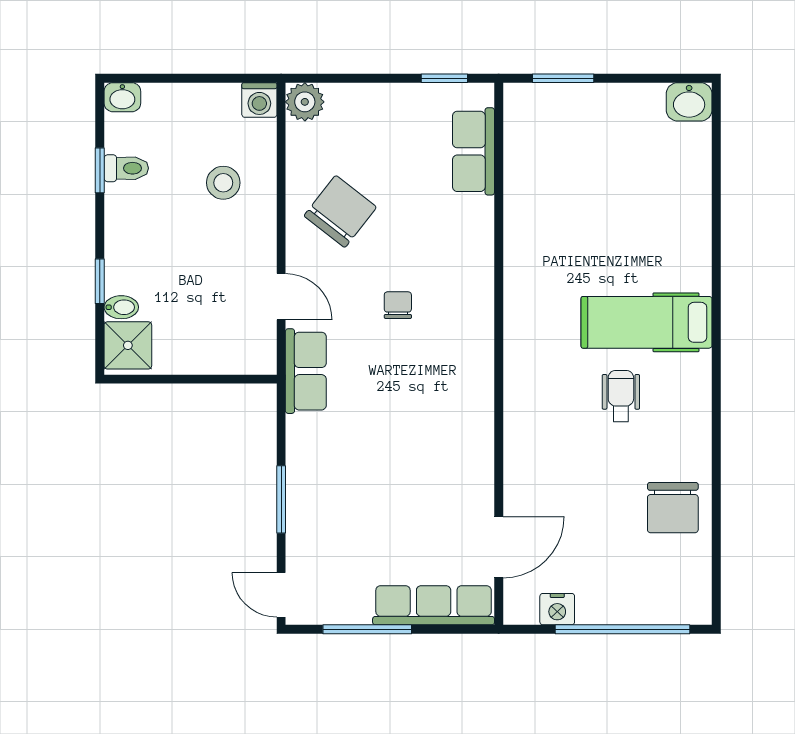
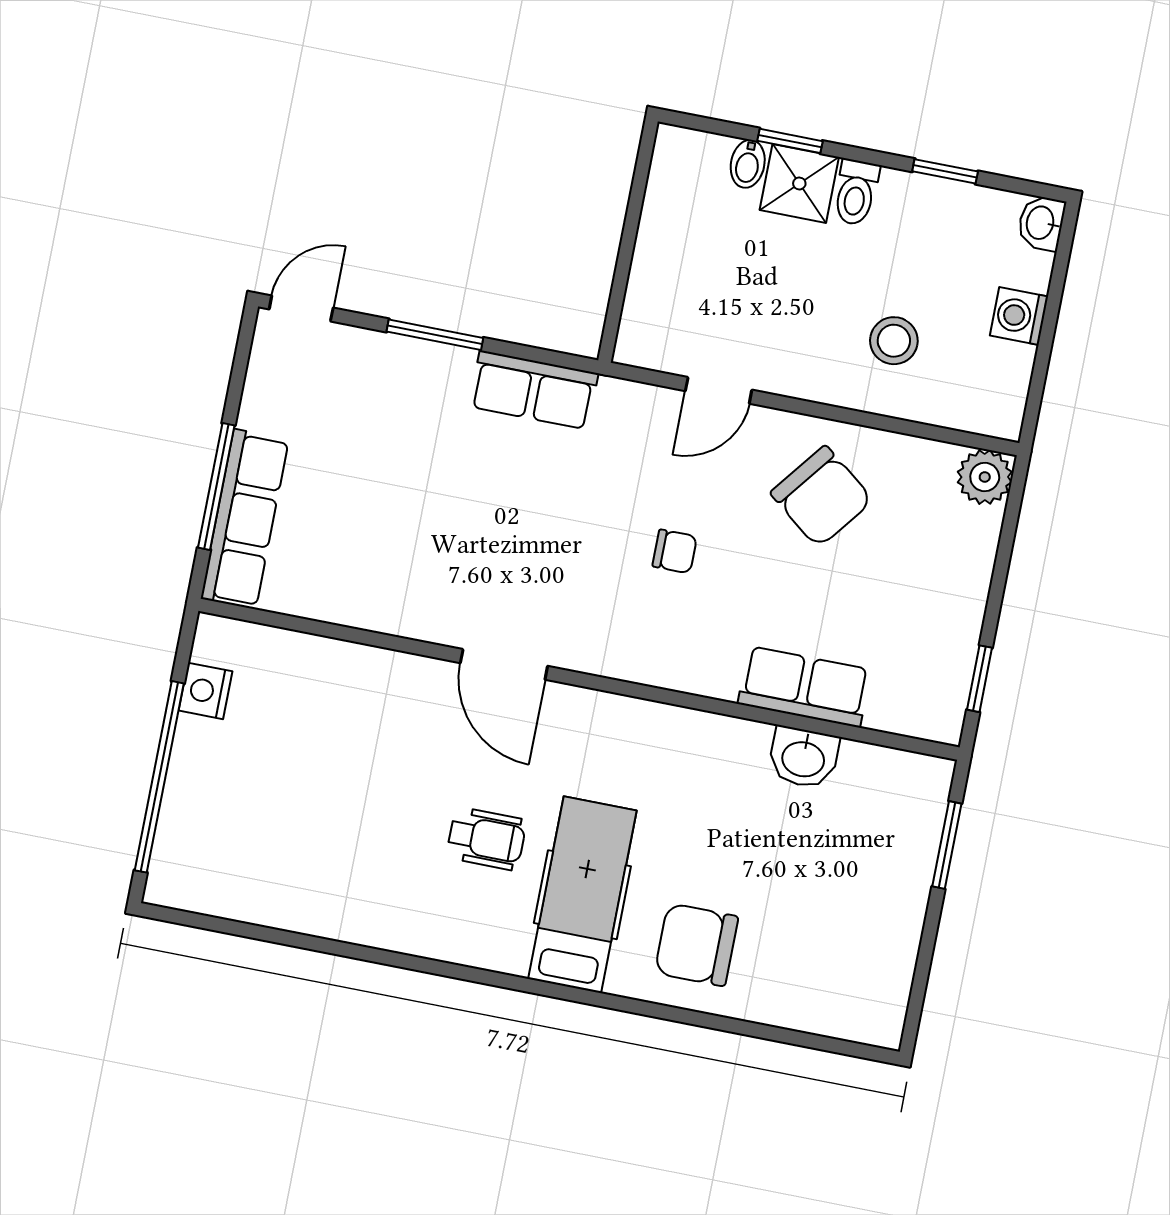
washing machine: (259, 100) -> (1019, 316), moved
washbasin: (689, 102) -> (803, 758), moved, turned -90
row of seats: (473, 151) -> (804, 687), moved
toilet: (126, 168) -> (856, 192), moved
shower: (128, 345) -> (799, 183), moved
row of seats: (306, 371) -> (534, 390), moved
chair: (673, 508) -> (696, 945), moved
door: (499, 547) -> (504, 664), moved
window: (367, 629) -> (216, 486), moved

